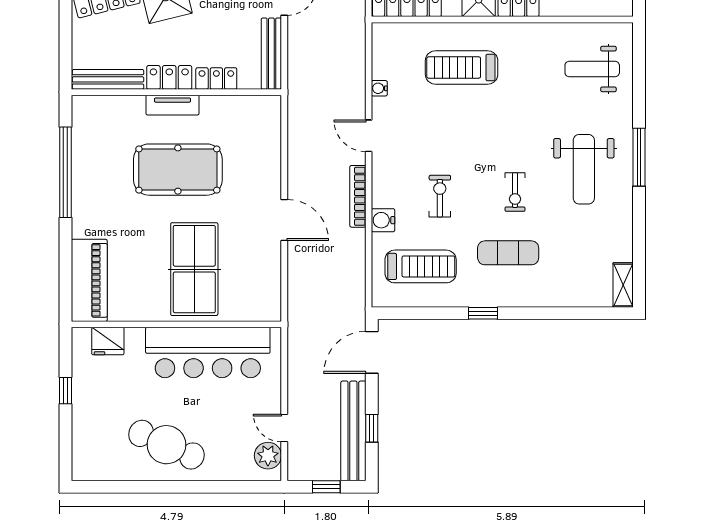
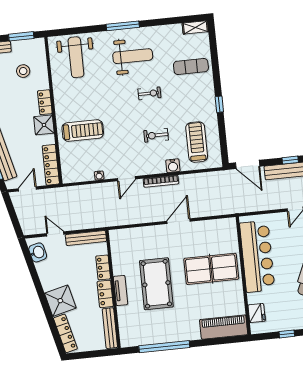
treadmill: (462, 68) -> (83, 131), turned -90
weight bench: (592, 69) -> (76, 57), width x1.36, depth x1.33
exercise mat: (508, 253) -> (191, 66), moved, turned 90

